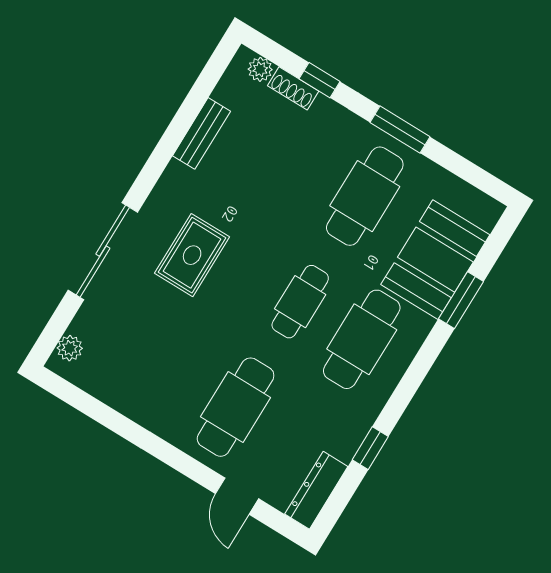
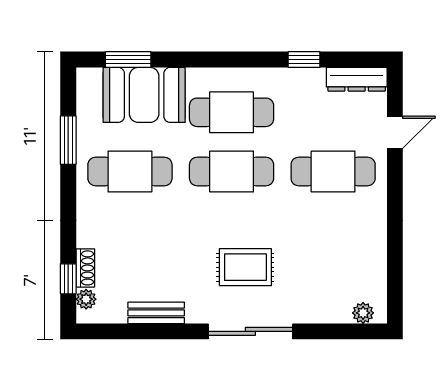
window: (319, 80) -> (68, 279), moved
window: (400, 130) -> (68, 140), moved
sliding door: (103, 251) -> (250, 331), moved
window: (461, 300) -> (128, 60), moved
cafe table: (300, 302) -> (232, 171), width x1.37, depth x1.35

